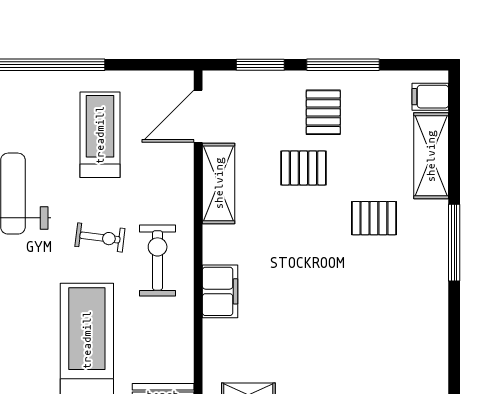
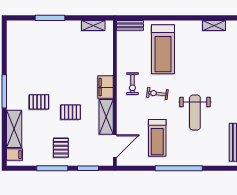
pallet: (304, 168) -> (71, 112), moved
exercise bike: (158, 260) -> (132, 84), width x0.73, depth x0.72
filing cabinet: (220, 291) -> (105, 87), moved

